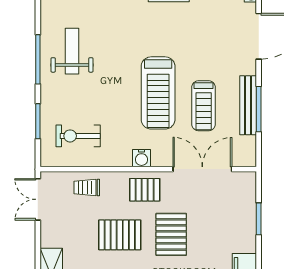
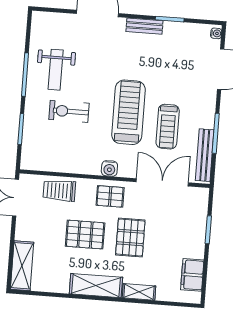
weight bench: (72, 51) -> (56, 70), turned 180
treadmill: (158, 93) -> (128, 112), turned 180
bench: (248, 105) -> (205, 155), moved
exercise bike: (78, 136) -> (69, 111), moved
trolley: (87, 188) -> (59, 191), width x1.36, depth x1.39

